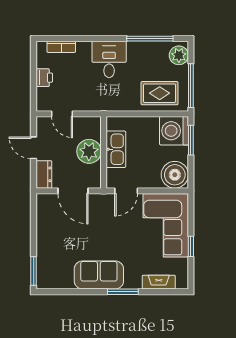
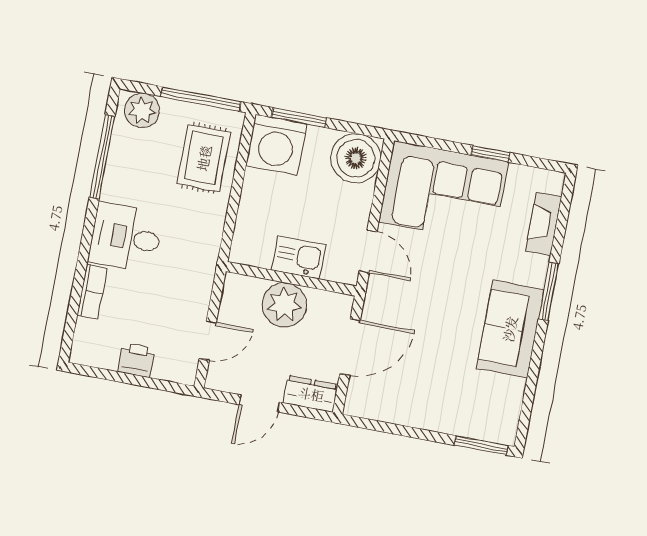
bookcase: (61, 47) -> (92, 292), moved
kitchen sink: (116, 149) -> (299, 257), width x0.73

